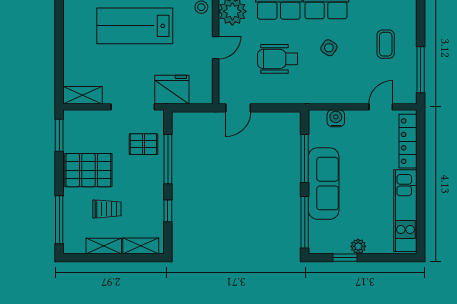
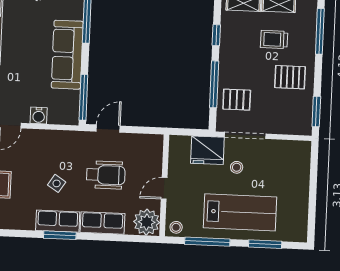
stool: (140, 73) -> (237, 167), added
shelving: (83, 95) -> (293, 149), removed
door: (238, 108) -> (108, 129), moved
water cooler: (336, 118) -> (39, 116), moved
window: (305, 159) -> (83, 97), moved
pallet: (88, 170) -> (290, 77), width x0.67, depth x0.71

